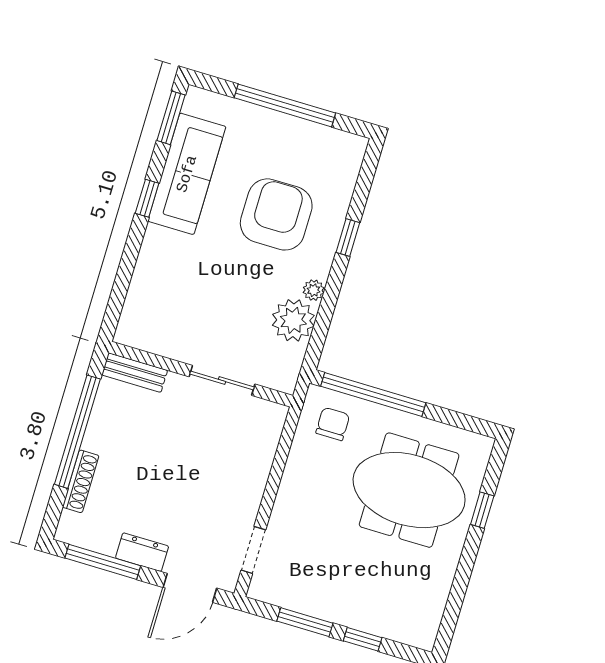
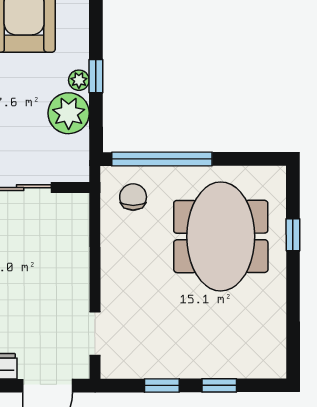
window: (348, 238) -> (96, 76), moved
meeting table: (409, 490) -> (221, 236), turned 90
window: (305, 622) -> (162, 385), width x0.67

